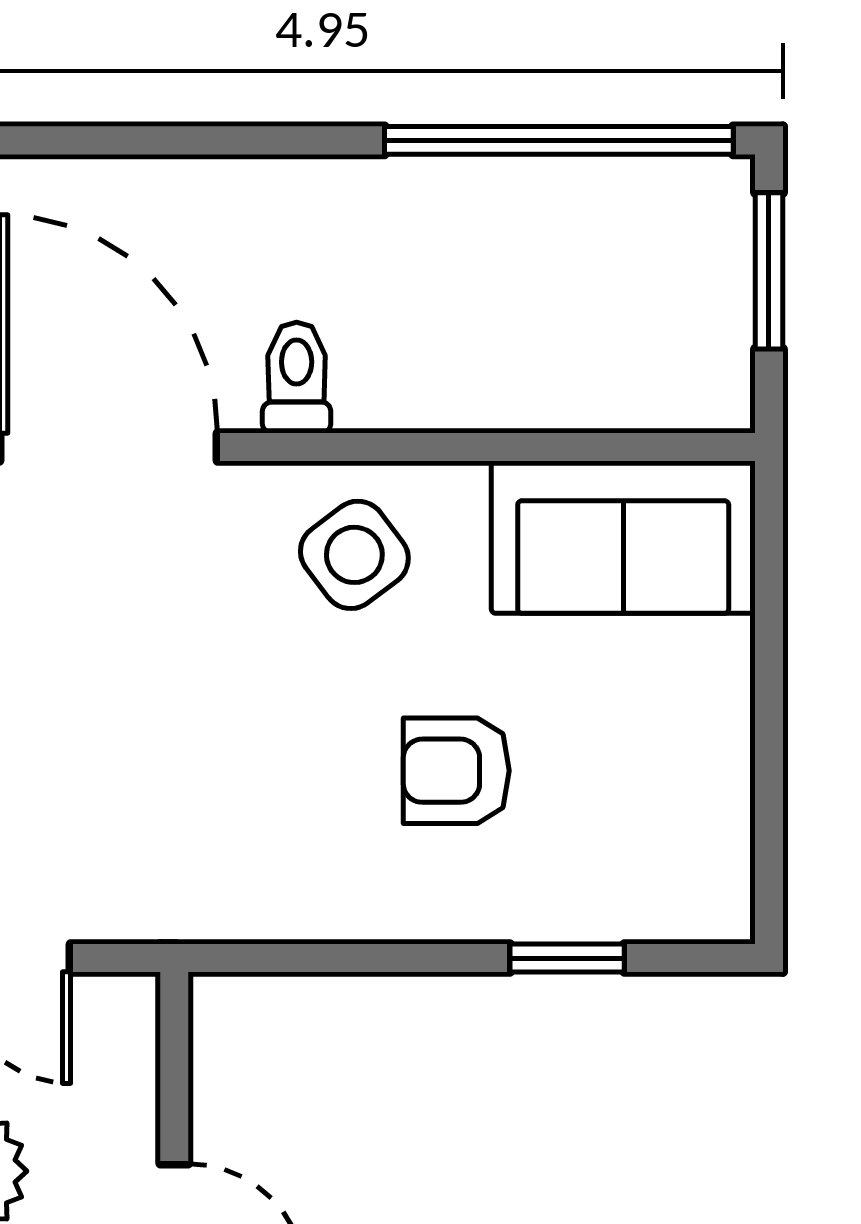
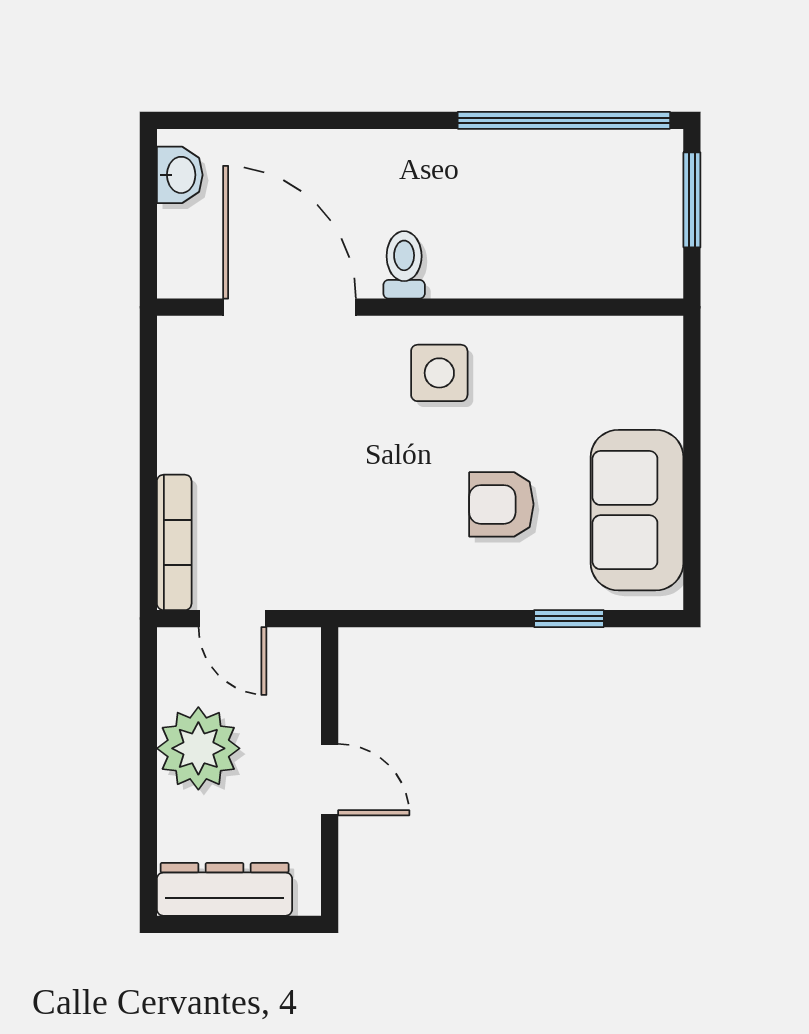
sofa: (623, 537) -> (637, 510), moved, turned 90
side table: (354, 555) -> (439, 373), turned 37

